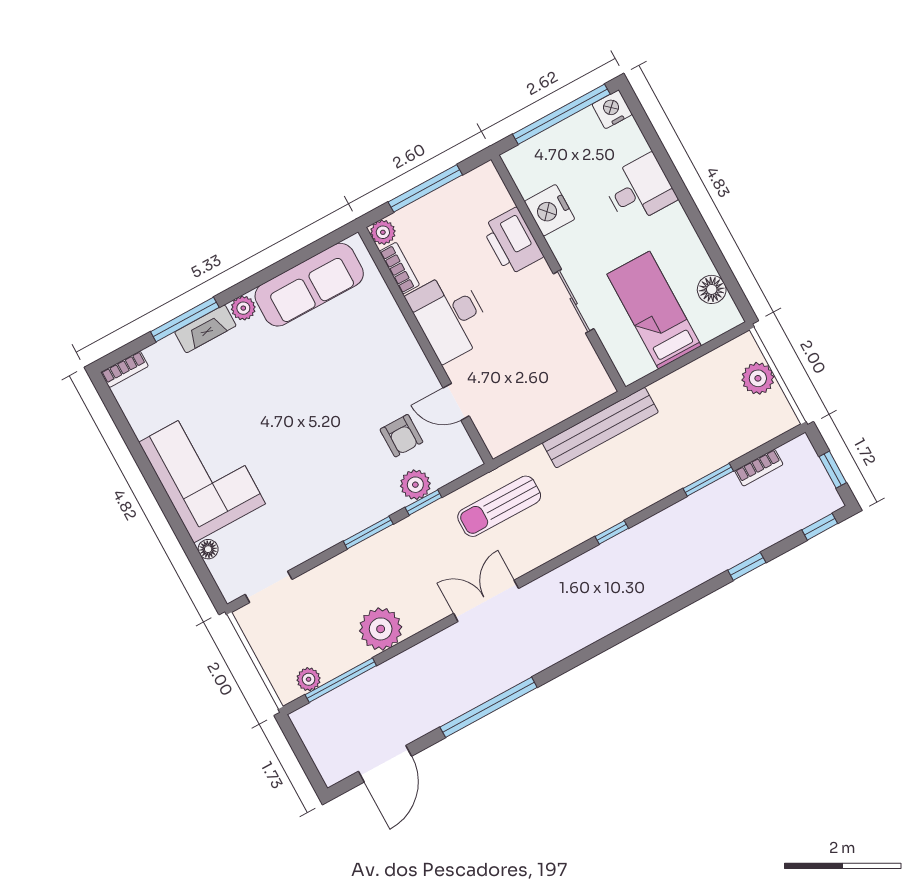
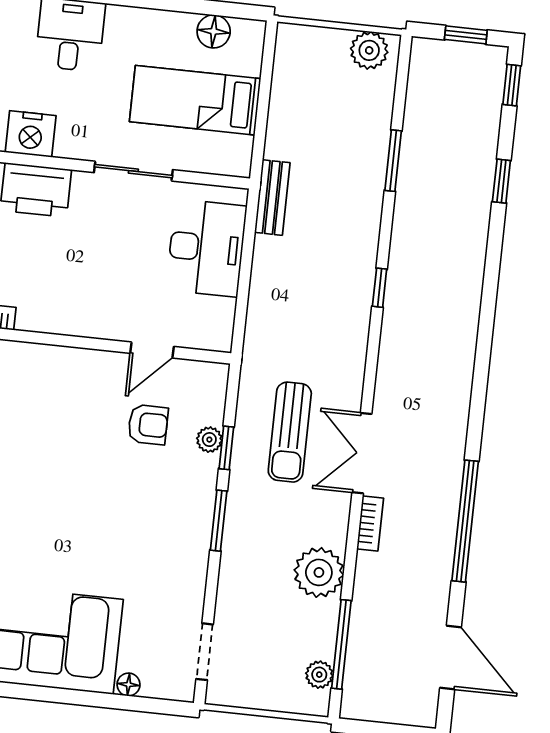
desk: (450, 316) -> (206, 248), moved, turned -90
plant: (758, 378) -> (369, 50), moved
bench: (600, 428) -> (272, 198), width x0.54, depth x0.82
bookcase: (759, 468) -> (370, 523), moved
plant: (415, 485) -> (209, 440), width x0.73, depth x0.73
sun lounger: (499, 506) -> (290, 432), moved

